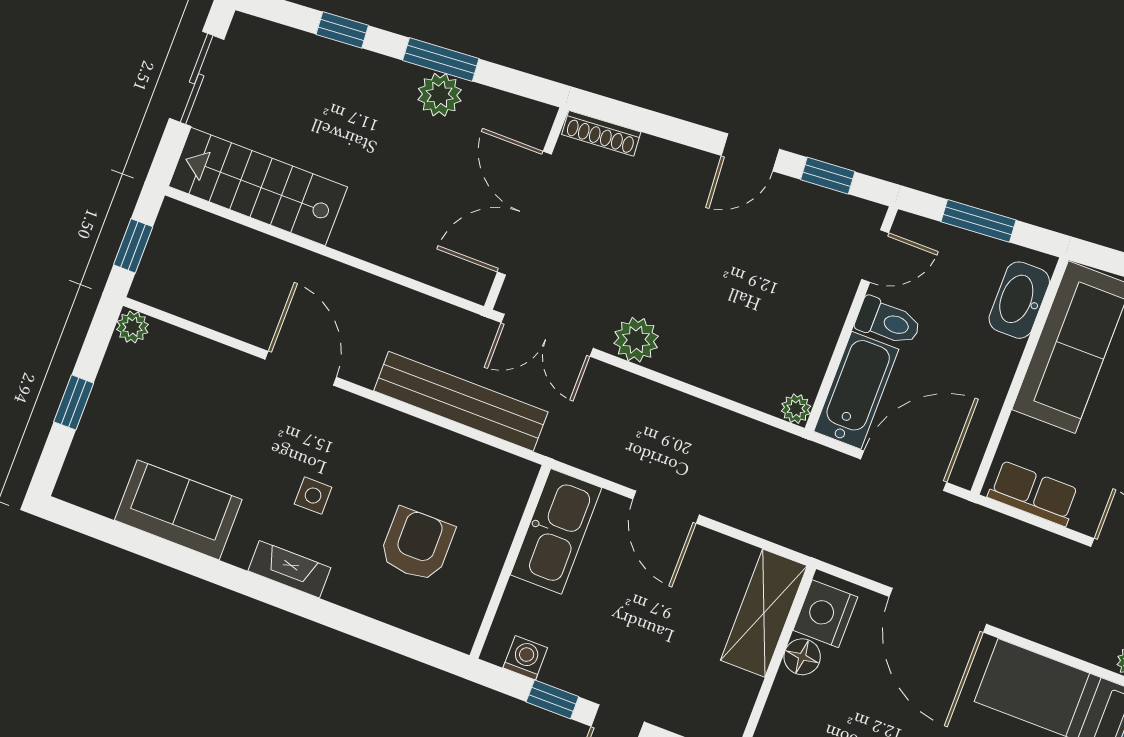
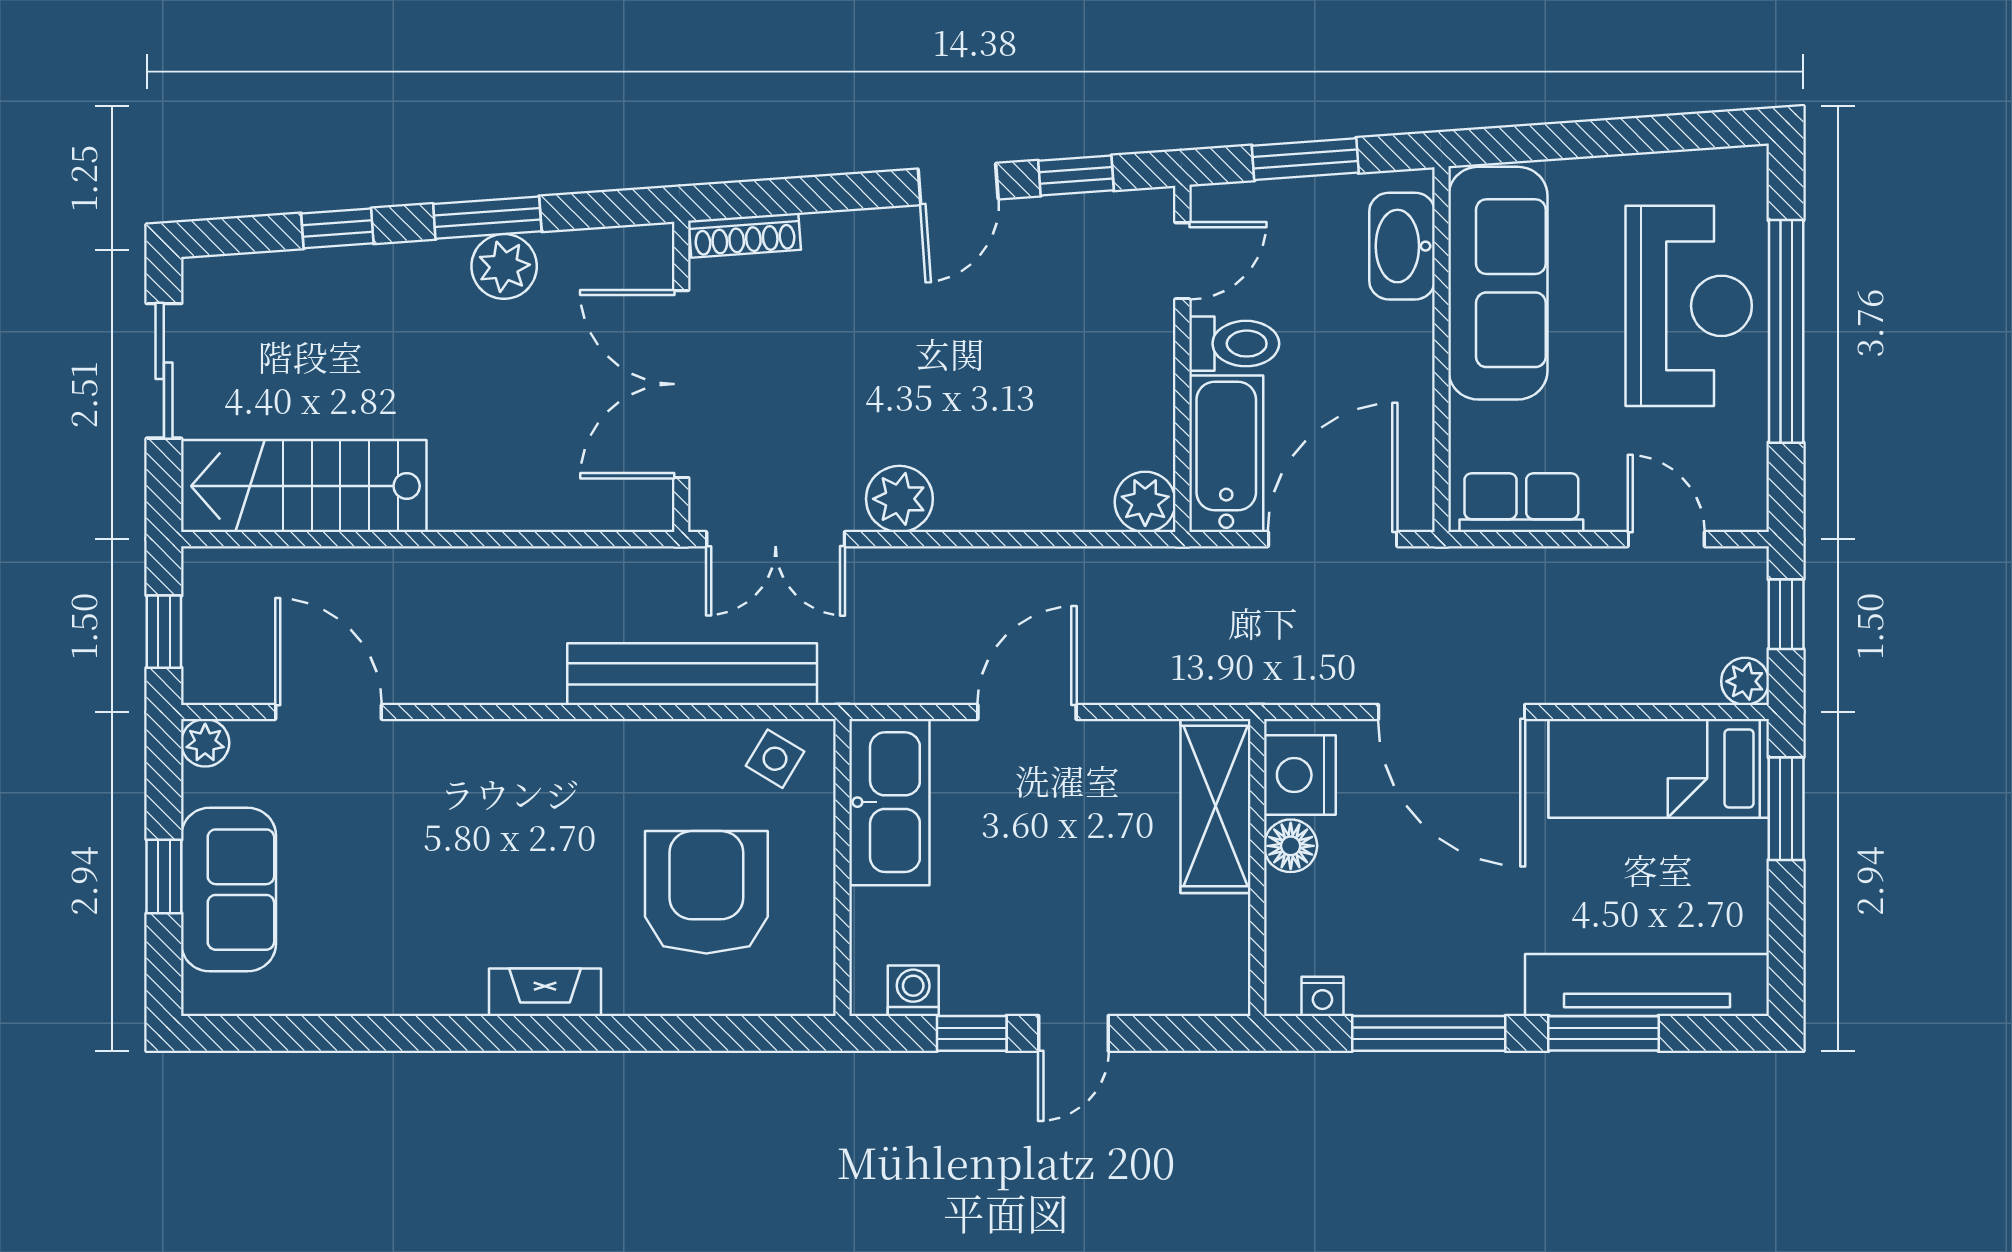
door: (301, 368) -> (329, 712), moved
plant: (796, 409) -> (1145, 502), width x1.38, depth x1.38
side table: (313, 496) -> (775, 759), moved, turned 31
door: (666, 507) -> (1027, 712), swing flipped
sofa: (178, 510) -> (229, 890), moved, turned 90
armchair: (417, 545) -> (706, 892), width x1.36, depth x1.36

